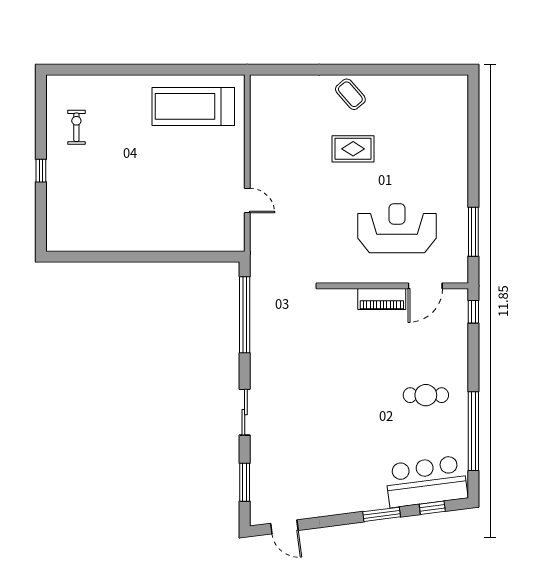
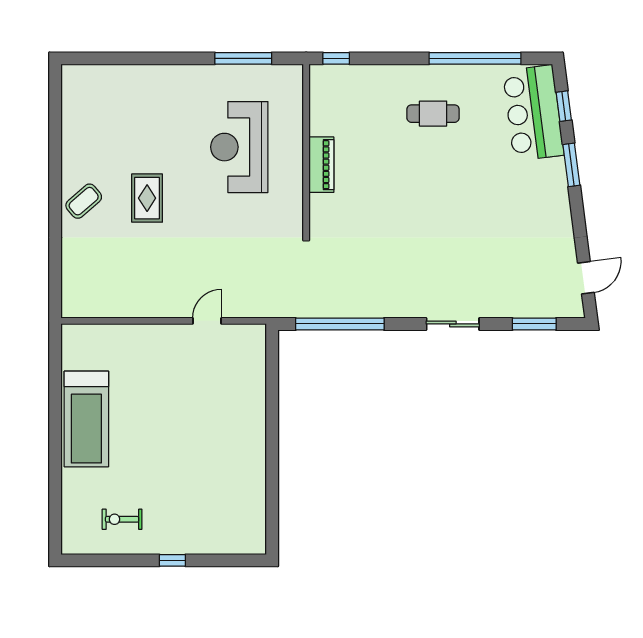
treadmill: (193, 106) -> (86, 419), moved
door: (425, 286) -> (306, 114), removed
cafe table: (426, 395) -> (433, 114), turned 90

